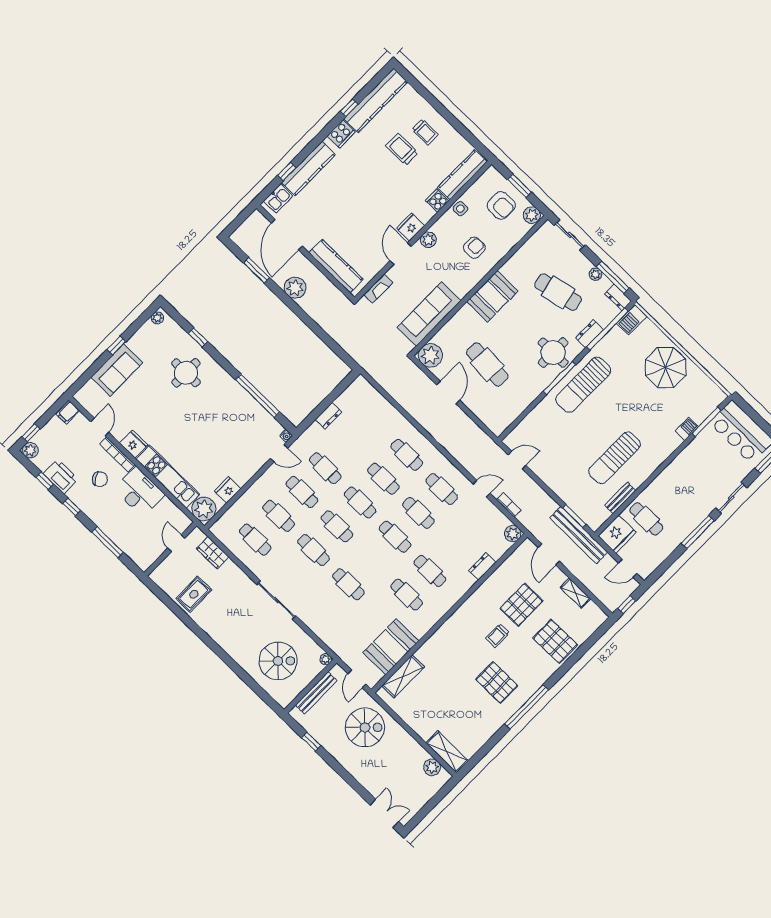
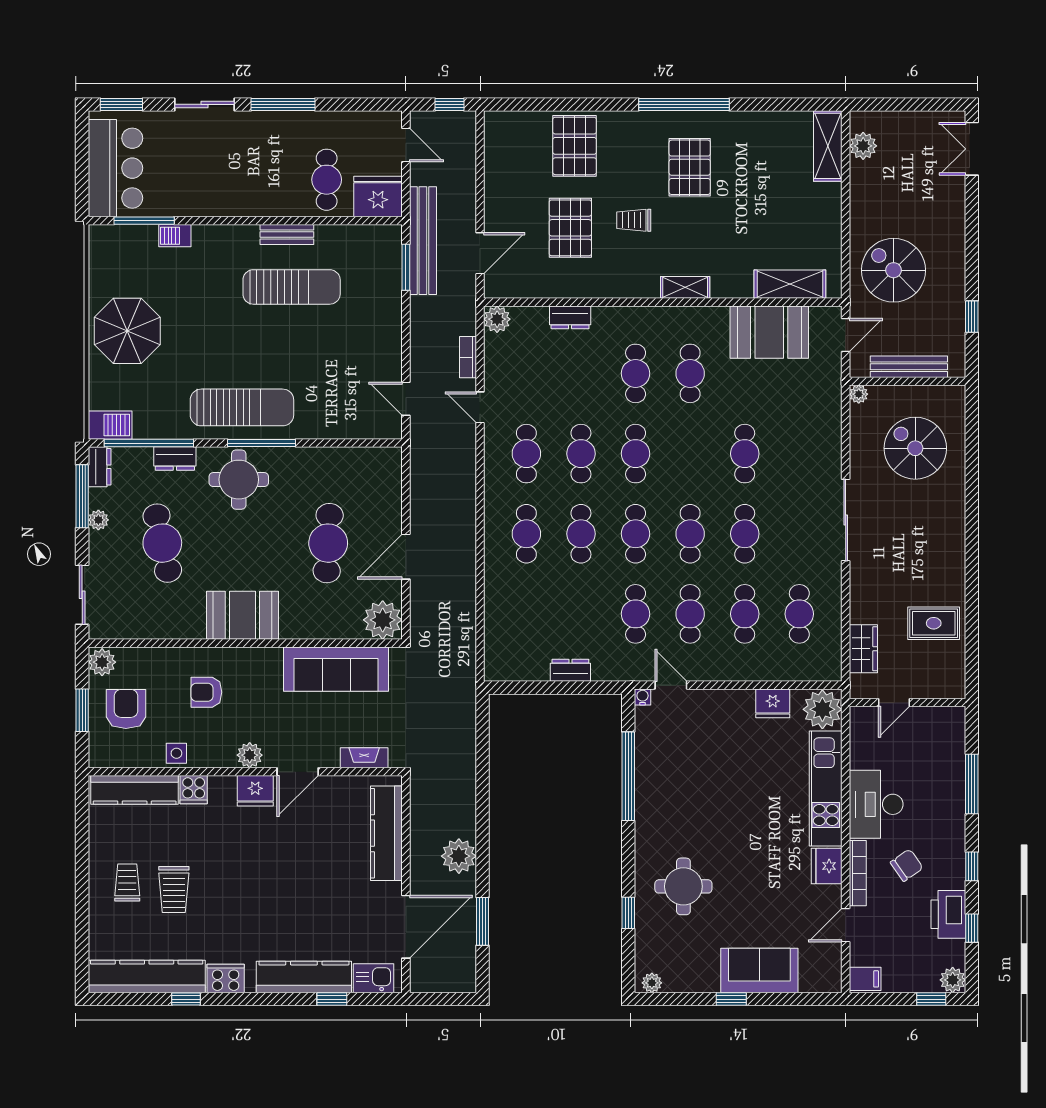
chair: (100, 479) -> (907, 865), turned 88
bench: (620, 498) -> (287, 235), moved
shelving: (575, 593) -> (685, 287), moved, turned 90
pallet: (521, 605) -> (570, 228), turned 90
trolley: (498, 636) -> (634, 220), turned 180

